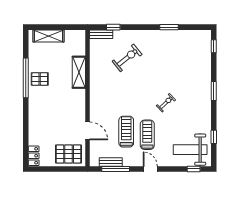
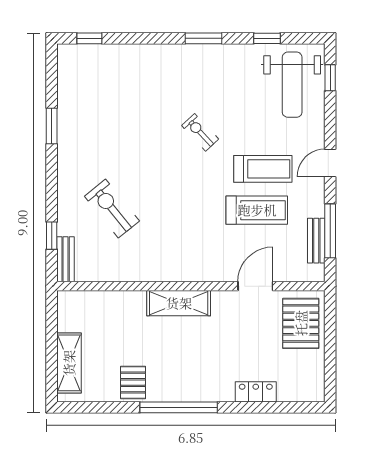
shelving: (79, 72) -> (179, 303), moved
window: (26, 78) -> (179, 407), moved
pallet: (40, 79) -> (133, 383), moved
window: (214, 91) -> (204, 38), moved
treadmill: (126, 132) -> (257, 210), turned 180
treadmill: (147, 135) -> (263, 169), turned 180
locker: (34, 156) -> (256, 392), moved

